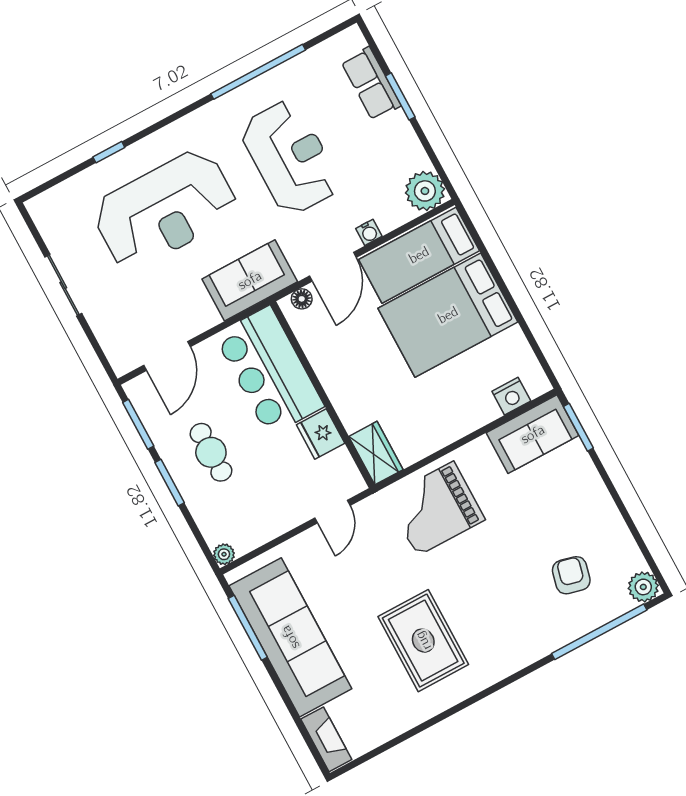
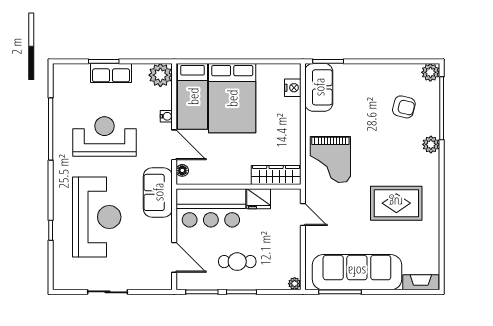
row of seats: (371, 84) -> (111, 73), moved
wardrobe: (376, 453) -> (276, 175), width x1.50
armchair: (571, 575) -> (404, 107), turned 180
plant: (537, 645) -> (431, 144), added

